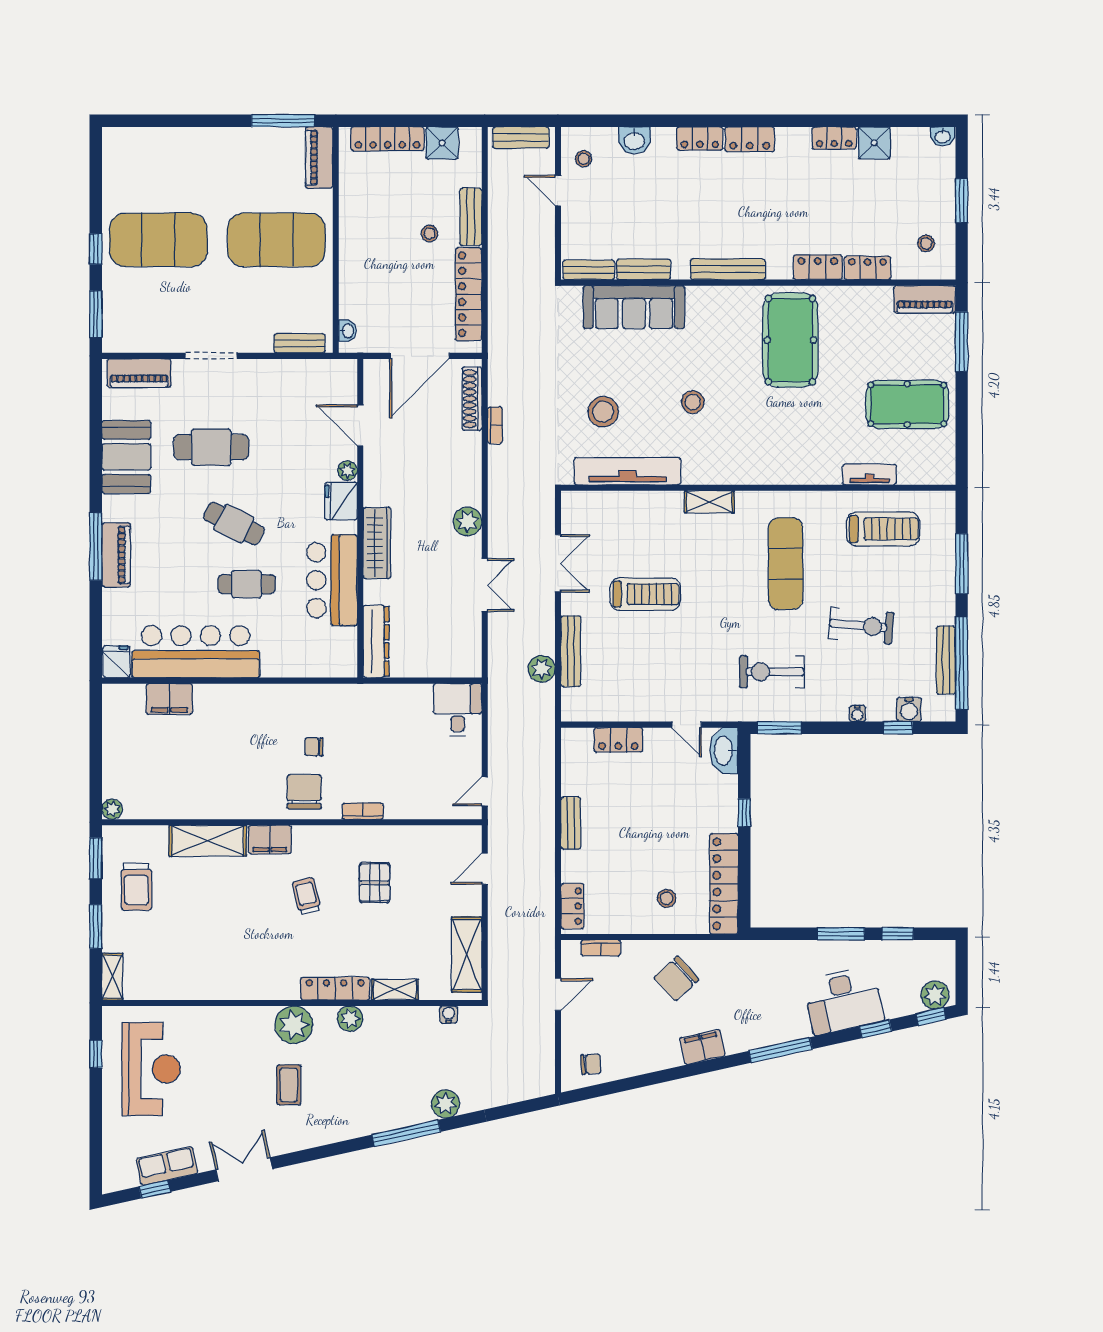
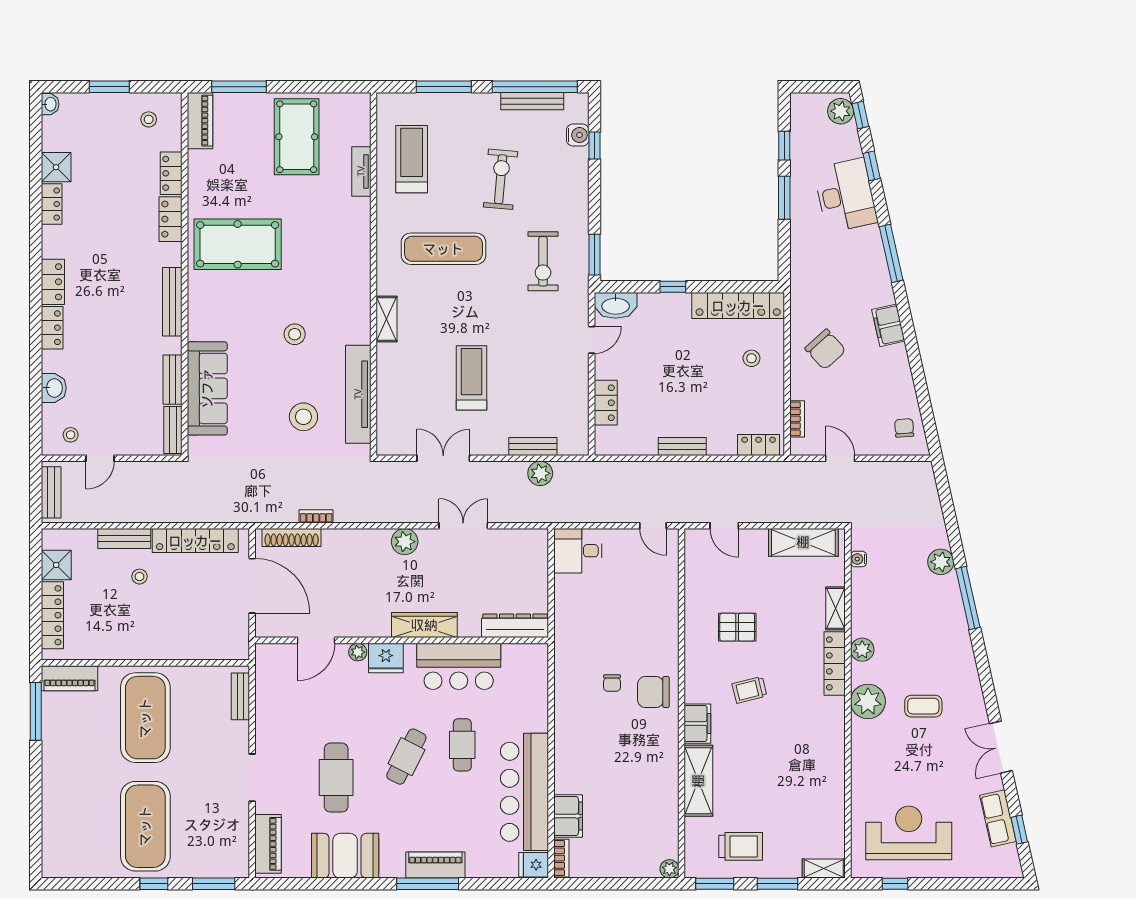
washbasin: (348, 331) -> (229, 652), removed
bench: (571, 651) -> (533, 446), width x0.73
water cooler: (857, 714) -> (581, 183), removed
bookcase: (363, 811) -> (561, 858), moved, turned 180

